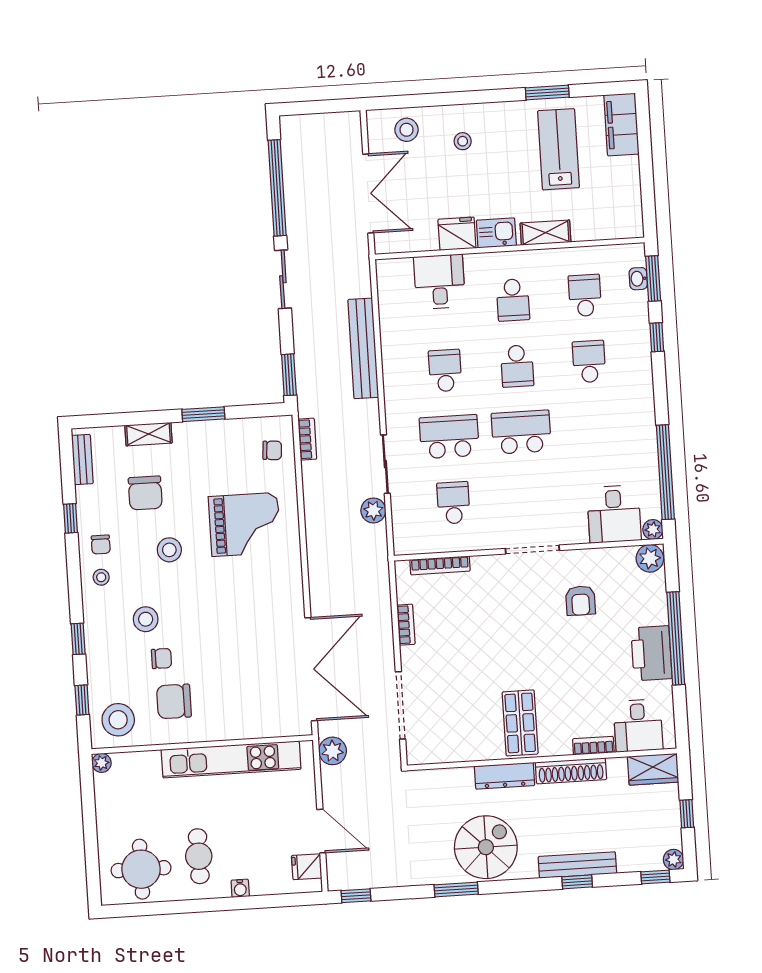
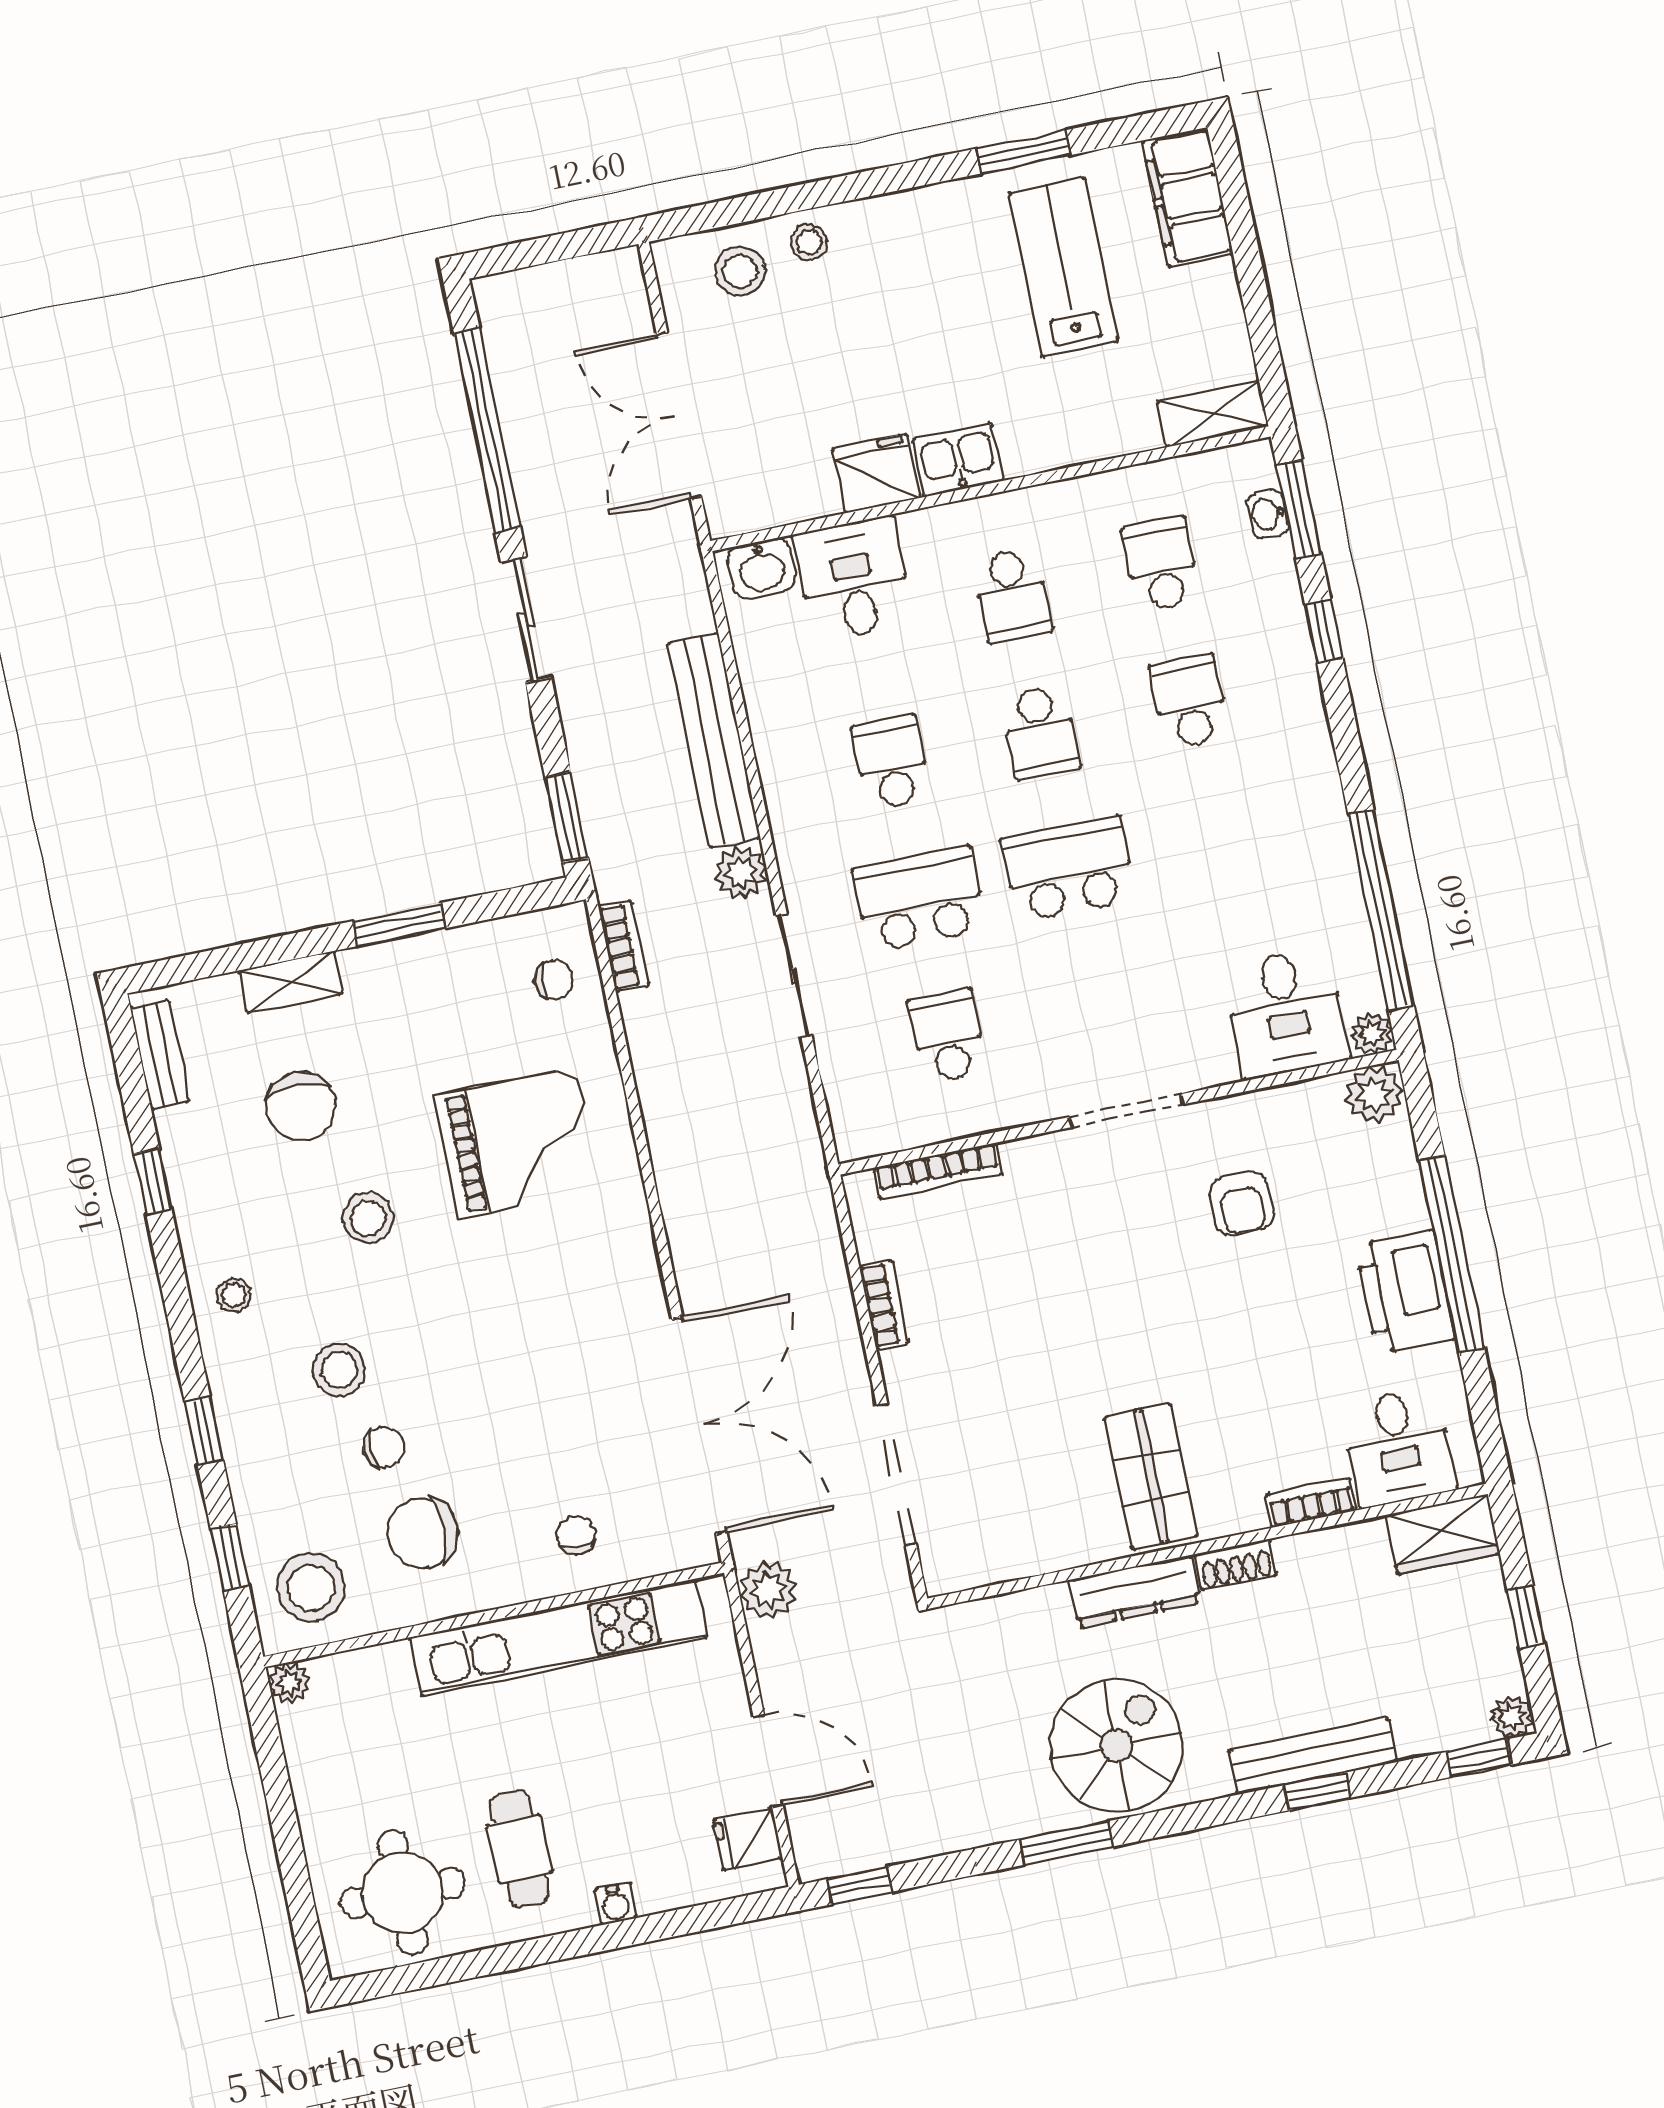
stool: (463, 141) -> (809, 242), moved
double door: (368, 194) -> (679, 415), swing flipped
shelving: (546, 233) -> (1213, 414), moved
washbasin: (397, 271) -> (762, 569), added
plant: (373, 510) -> (741, 873), moved
chair: (101, 545) -> (576, 1535), moved, turned 180
shoe rack: (571, 771) -> (1236, 1565), width x0.51, depth x0.81

